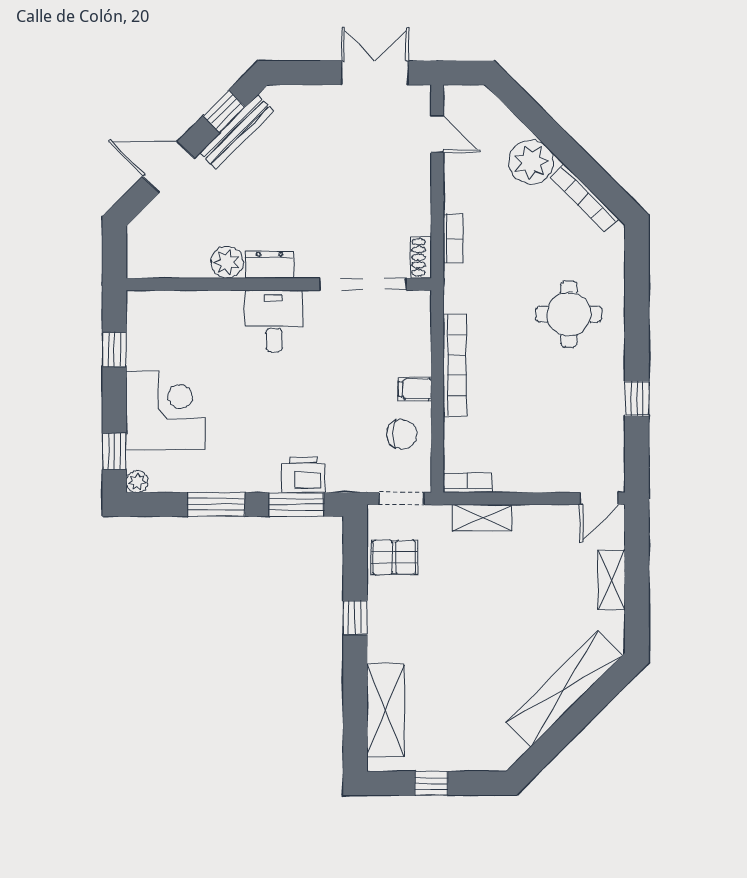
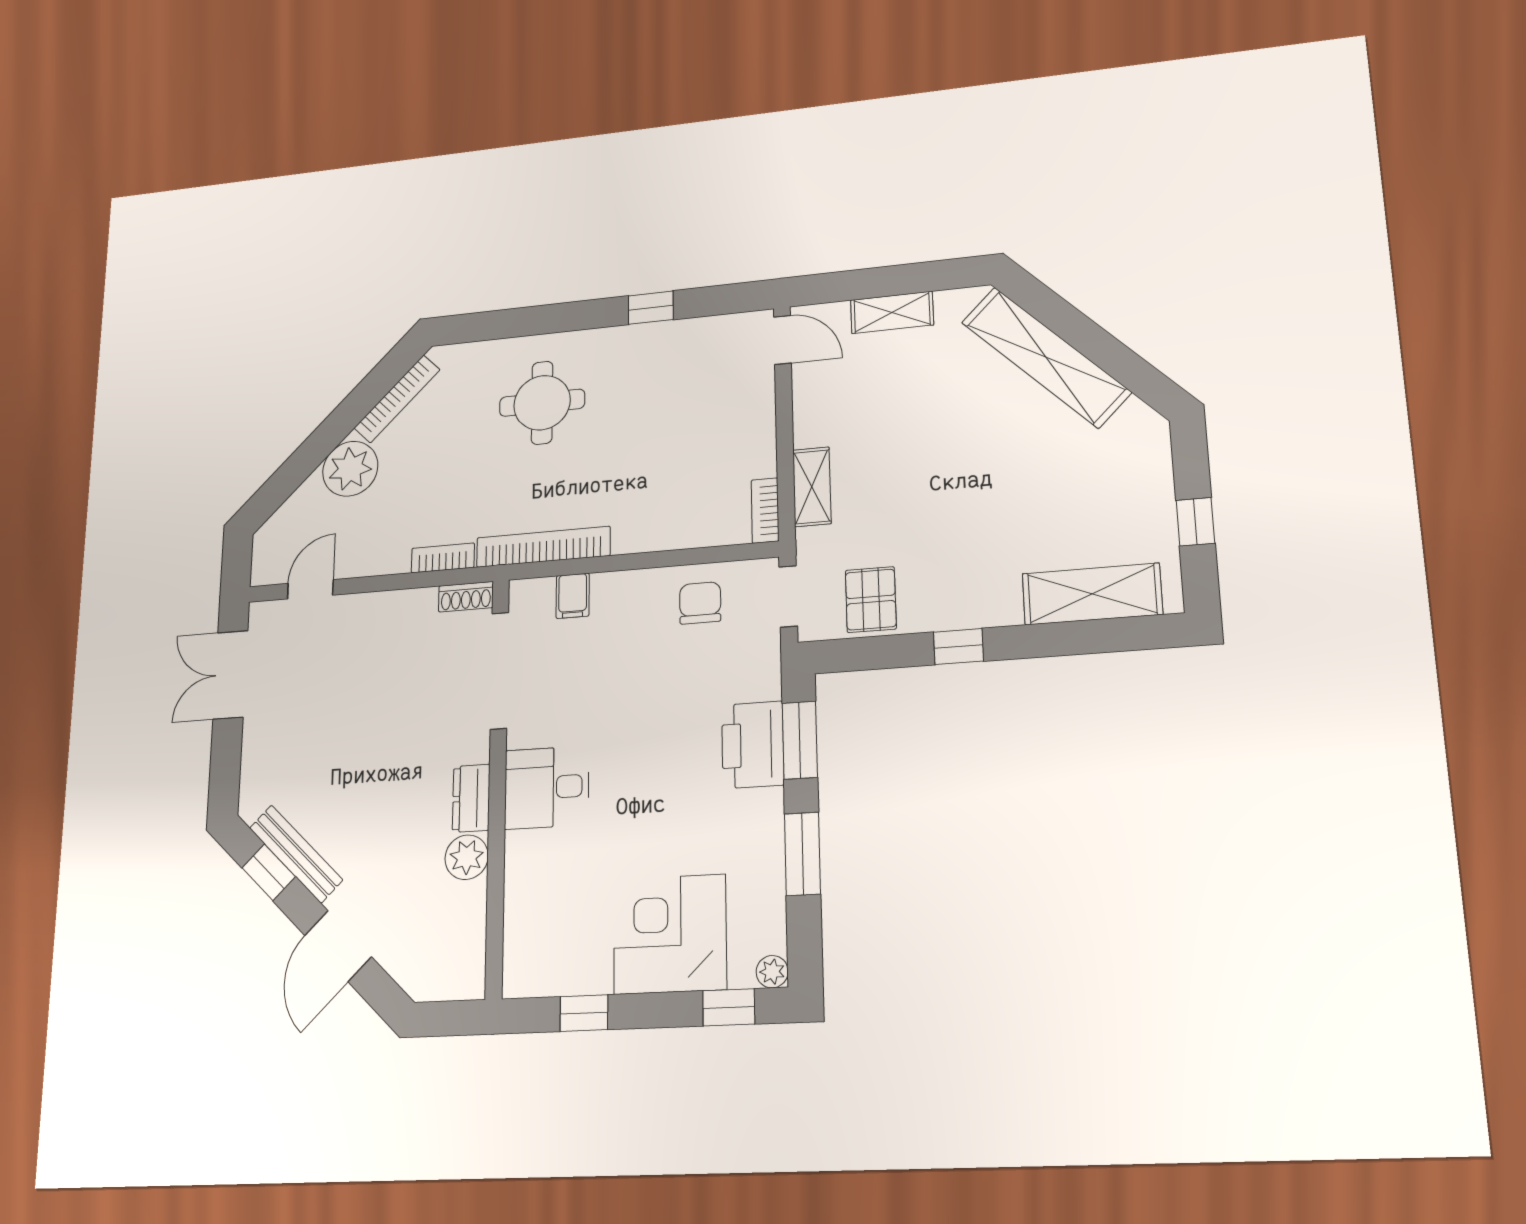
bookcase: (455, 365) -> (543, 547), moved
filing cabinet: (415, 389) -> (573, 596), moved
printer: (303, 474) -> (753, 745), width x1.37, depth x1.19

